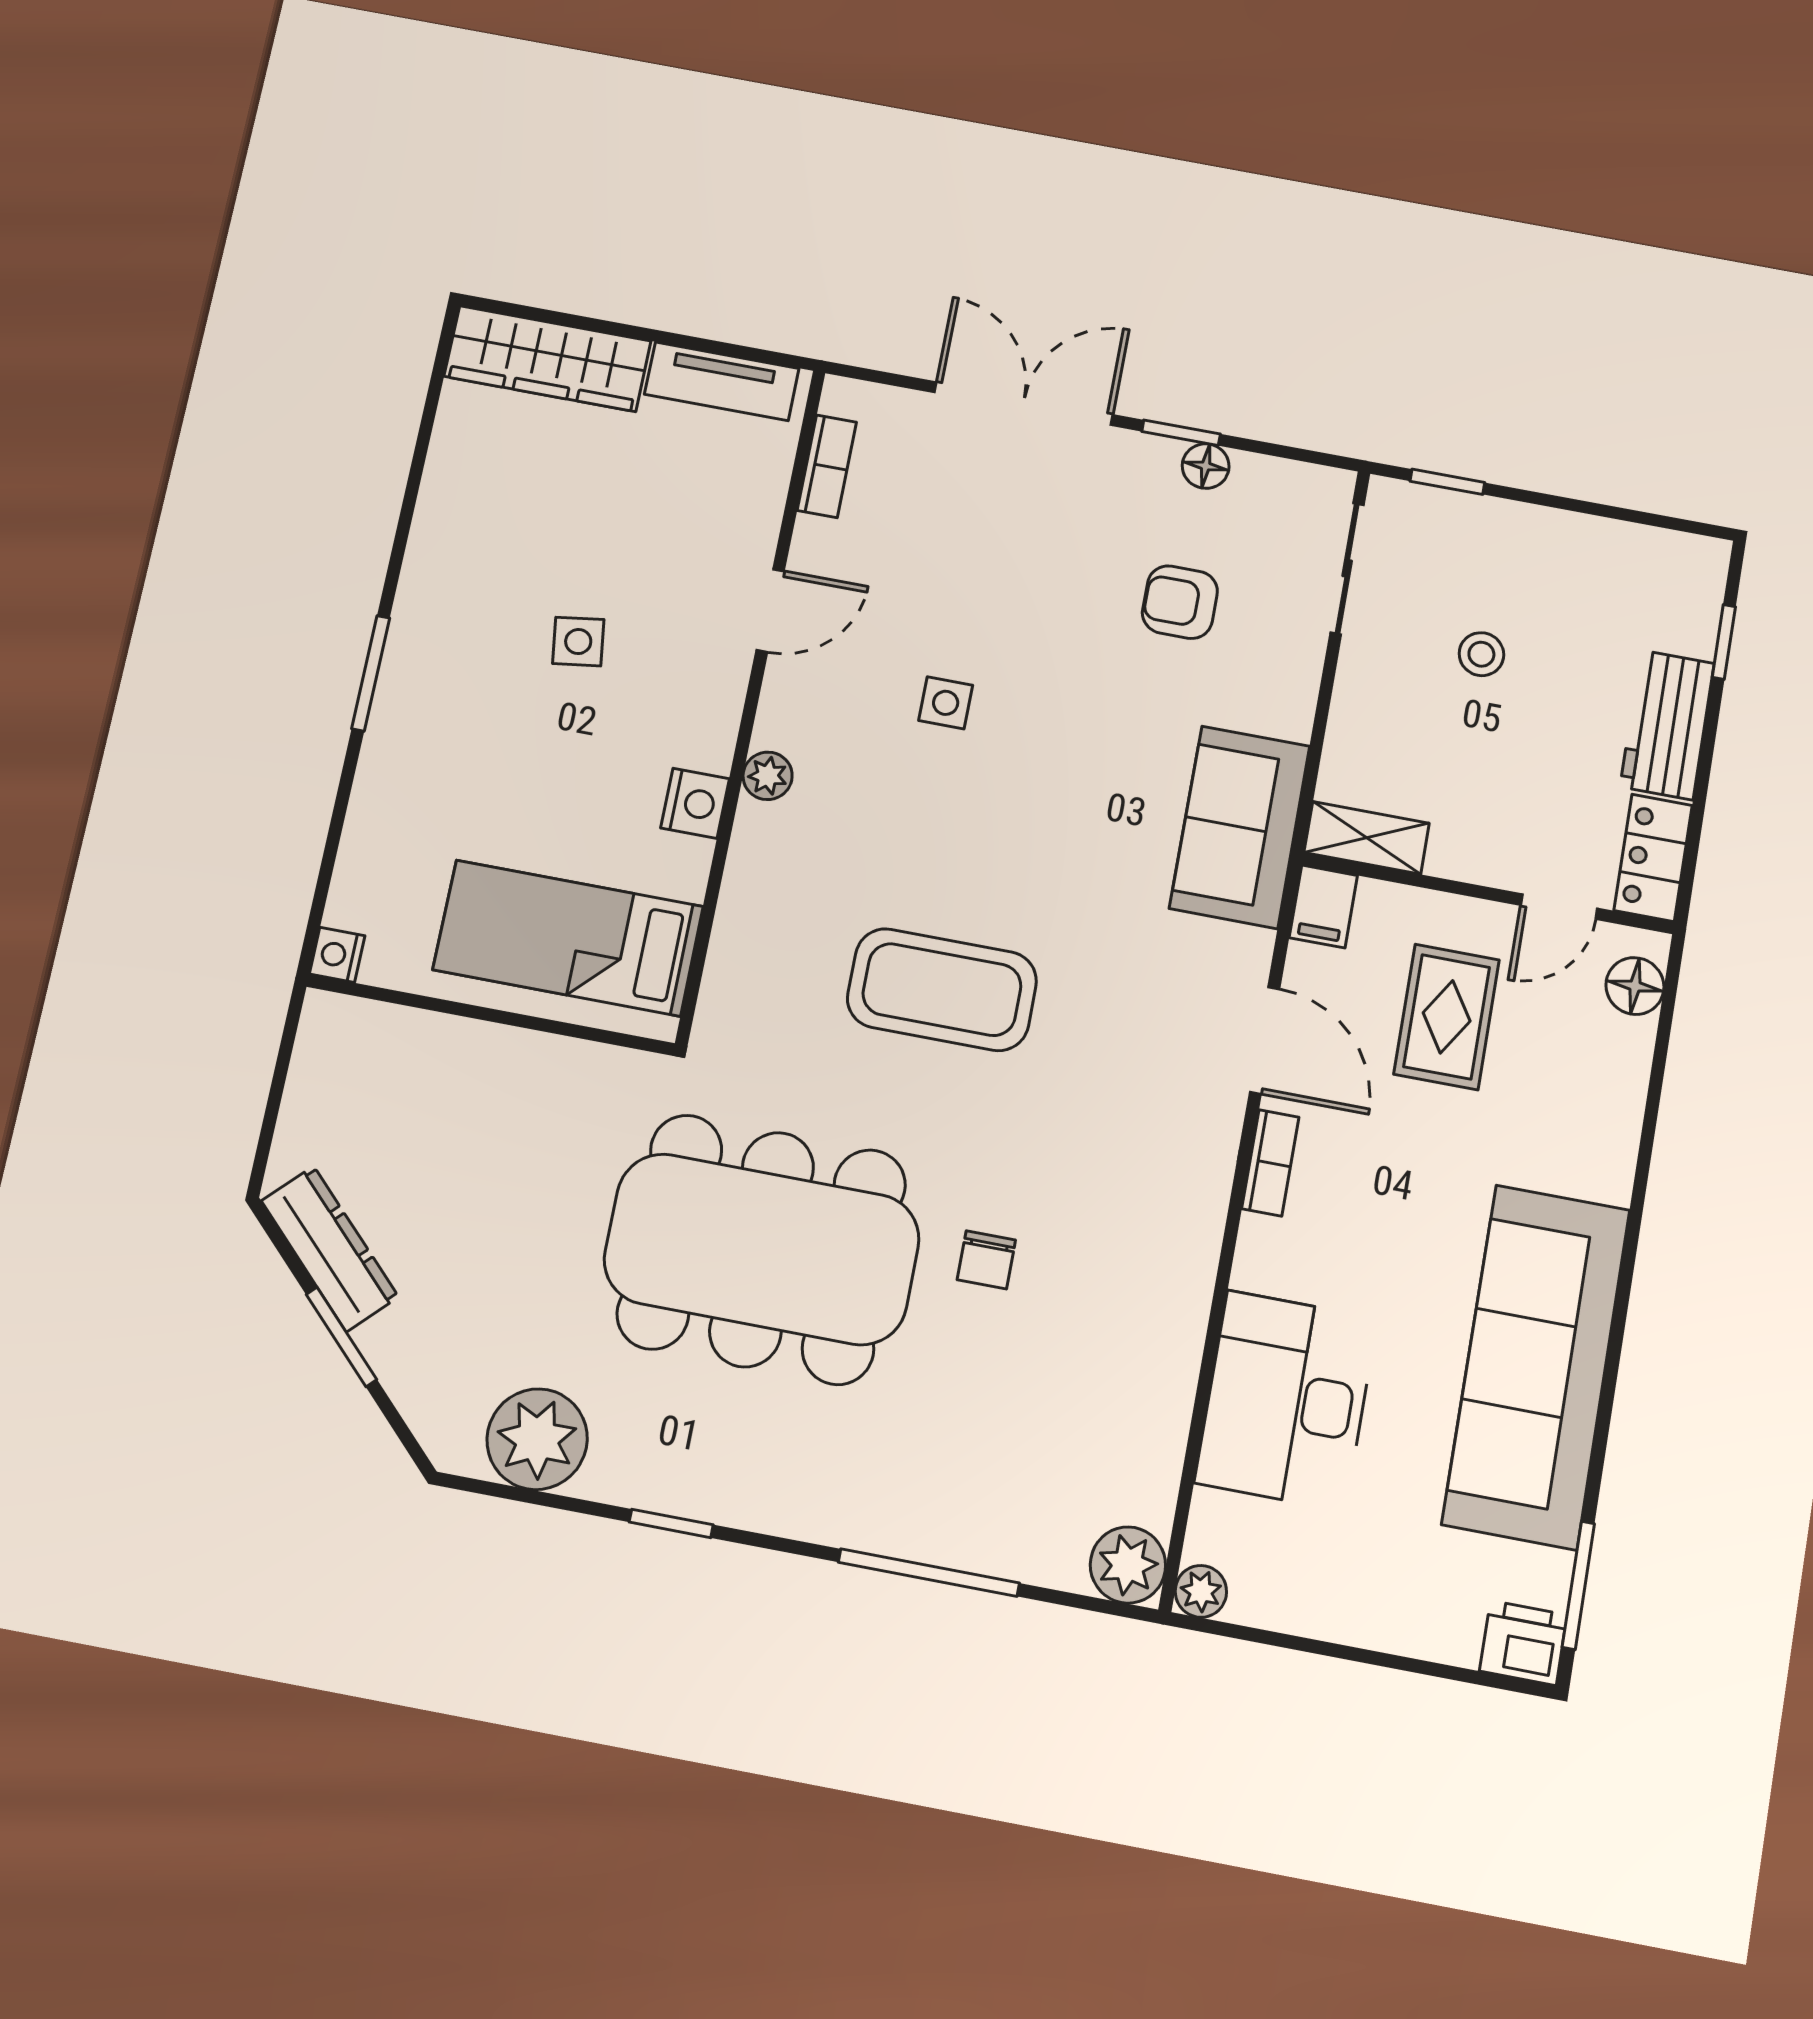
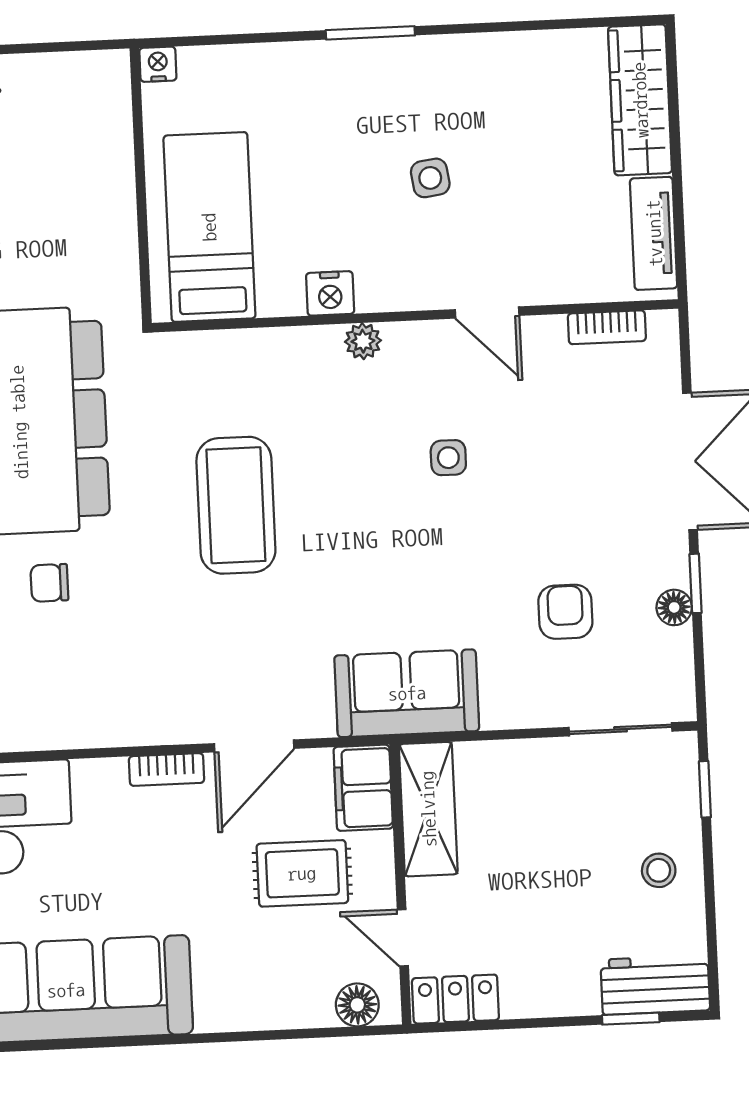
stool: (1481, 654) -> (659, 870), moved
workbench: (1667, 725) -> (655, 985), moved
shelving: (1367, 838) -> (428, 809), width x1.50, depth x1.33
filing cabinet: (1323, 907) -> (363, 788), width x2.00

